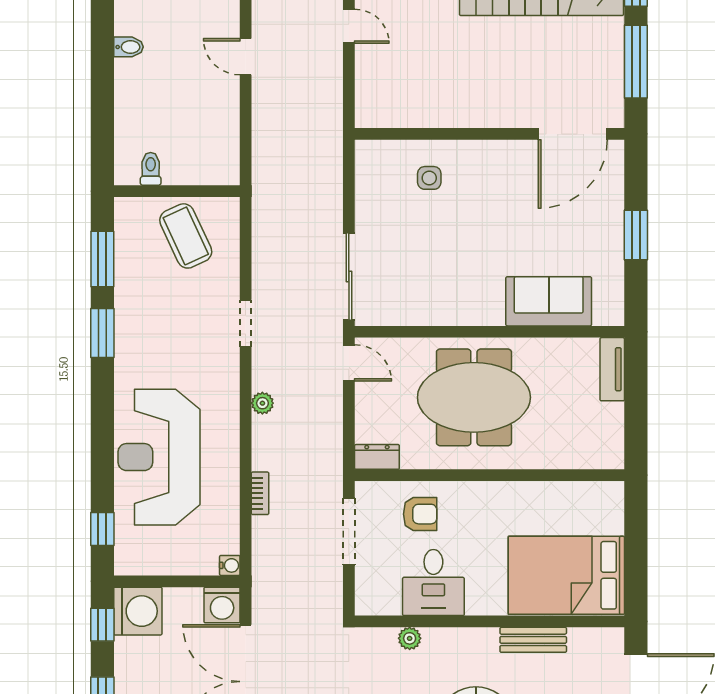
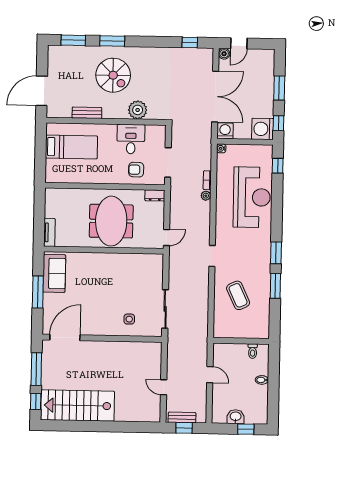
toilet: (151, 169) -> (253, 351), moved
wall: (177, 191) -> (241, 341), moved
window: (636, 235) -> (38, 292), width x1.44
sliding door: (349, 276) -> (165, 309), moved
sofa: (549, 301) -> (54, 273), moved, turned -90
door: (349, 363) -> (167, 237), swing flipped
meeting table: (474, 397) -> (111, 221), turned 90
plant: (262, 403) -> (206, 196), moved
bed: (566, 575) -> (71, 147), width x0.67
plant: (410, 638) -> (138, 110), width x1.87, depth x1.87

